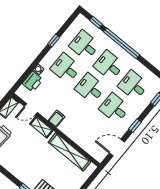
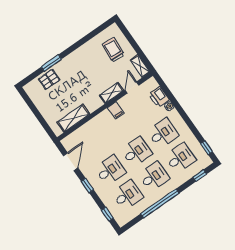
window: (54, 41) -> (207, 148), moved
window: (121, 43) -> (160, 203), moved
shelving: (70, 152) -> (73, 118), width x0.68

